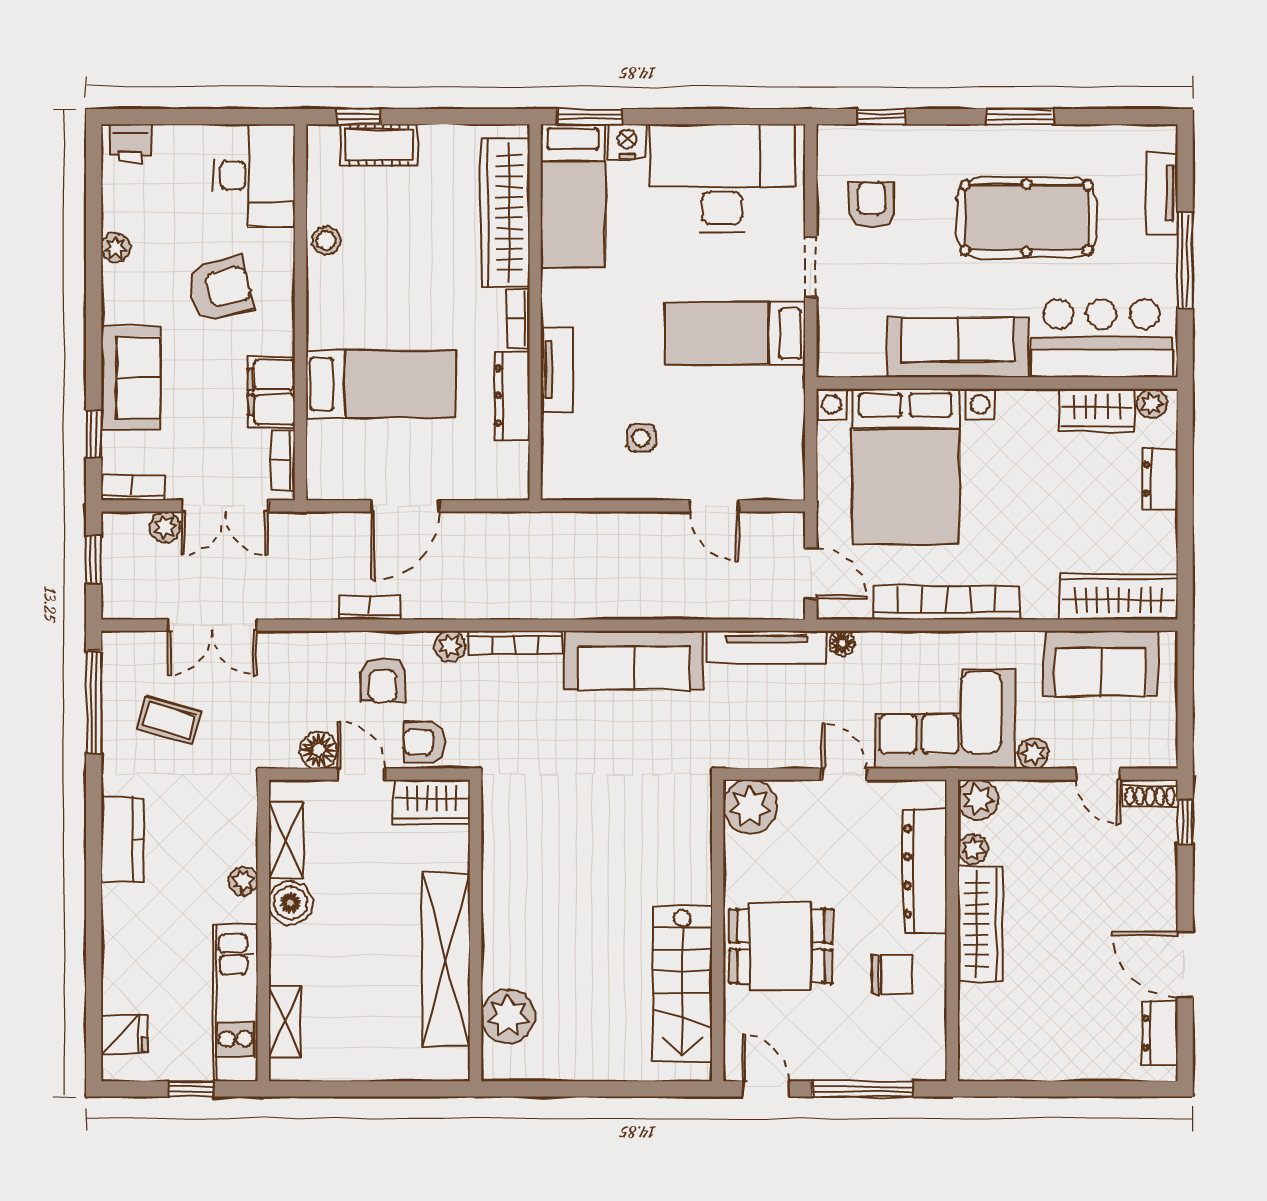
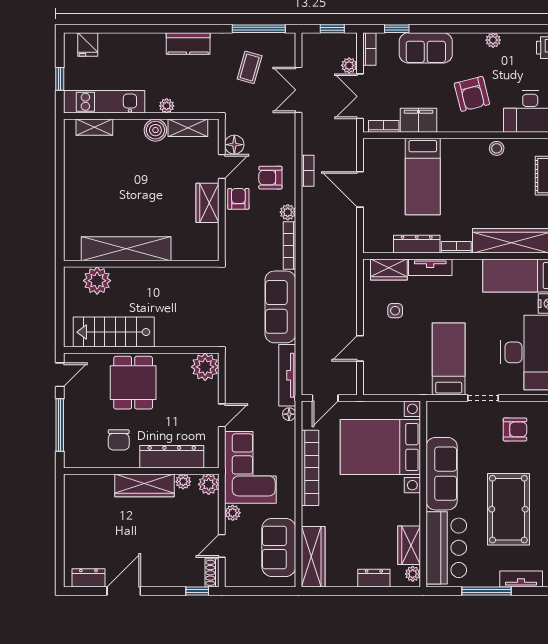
wardrobe: (561, 450) -> (389, 270), added
wall: (476, 931) -> (141, 264), moved
shelving: (446, 960) -> (126, 249), moved
plant: (508, 1016) -> (97, 281), moved

